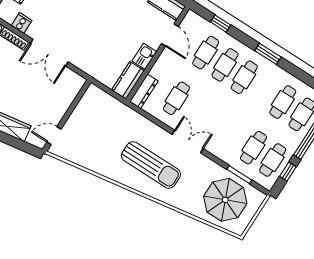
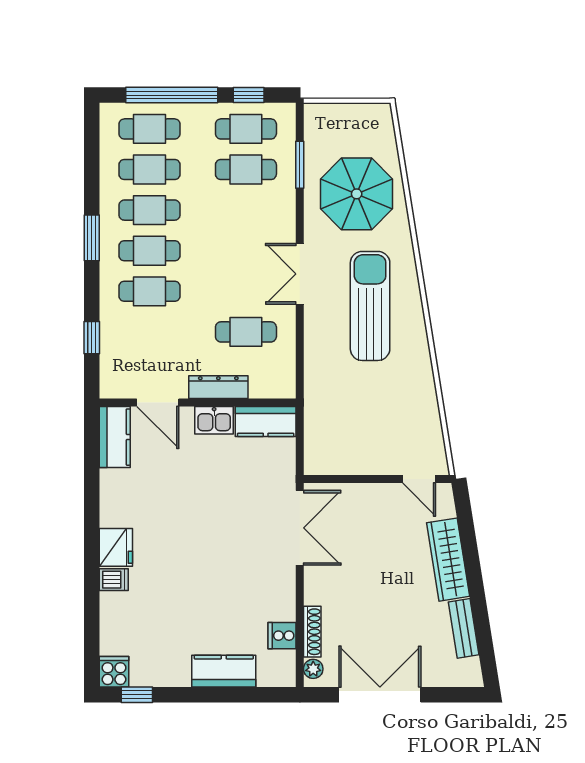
door: (170, 35) -> (158, 403), swing flipped
double door: (49, 53) -> (300, 528), moved
cafe table: (206, 53) -> (150, 210), moved
dresser: (144, 91) -> (218, 387), moved
parasol: (225, 200) -> (357, 194), moved

